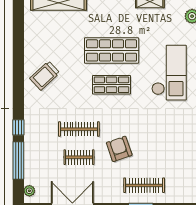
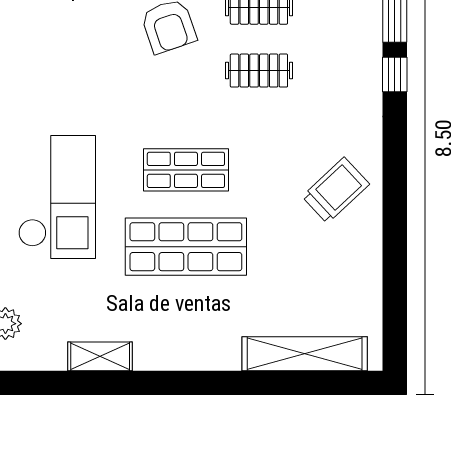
checkout: (169, 73) -> (57, 197), turned 180
clothes rail: (79, 129) -> (259, 71), width x0.73

